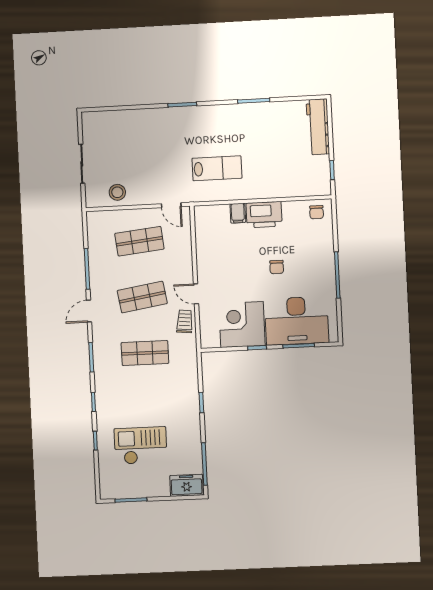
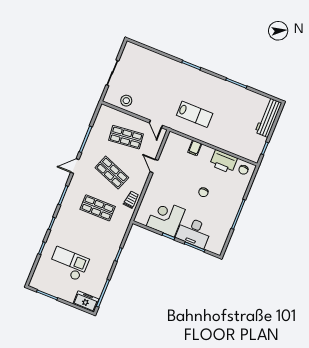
printer: (264, 215) -> (223, 162), moved
door: (196, 294) -> (154, 166), moved
shop shelf: (142, 297) -> (112, 173), turned 30
desk: (297, 321) -> (194, 232), width x0.73, depth x0.77

